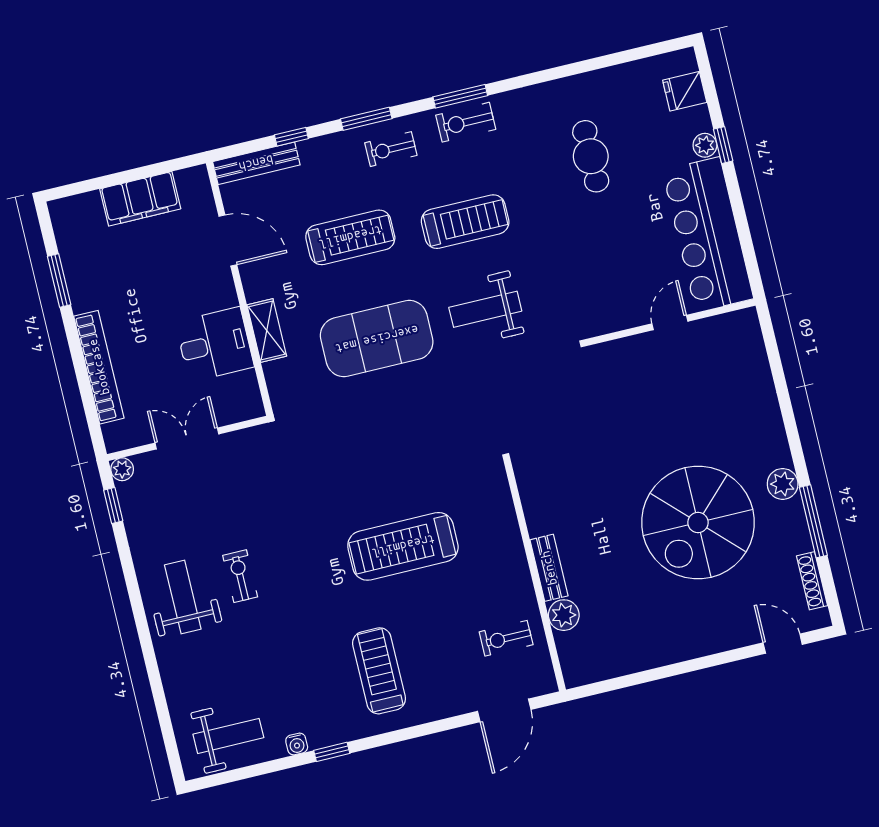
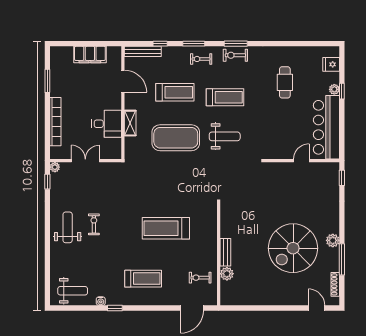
weight bench: (485, 309) -> (225, 136), turned 180
window: (770, 339) -> (342, 178), added
treadmill: (379, 671) -> (143, 279), turned 90

